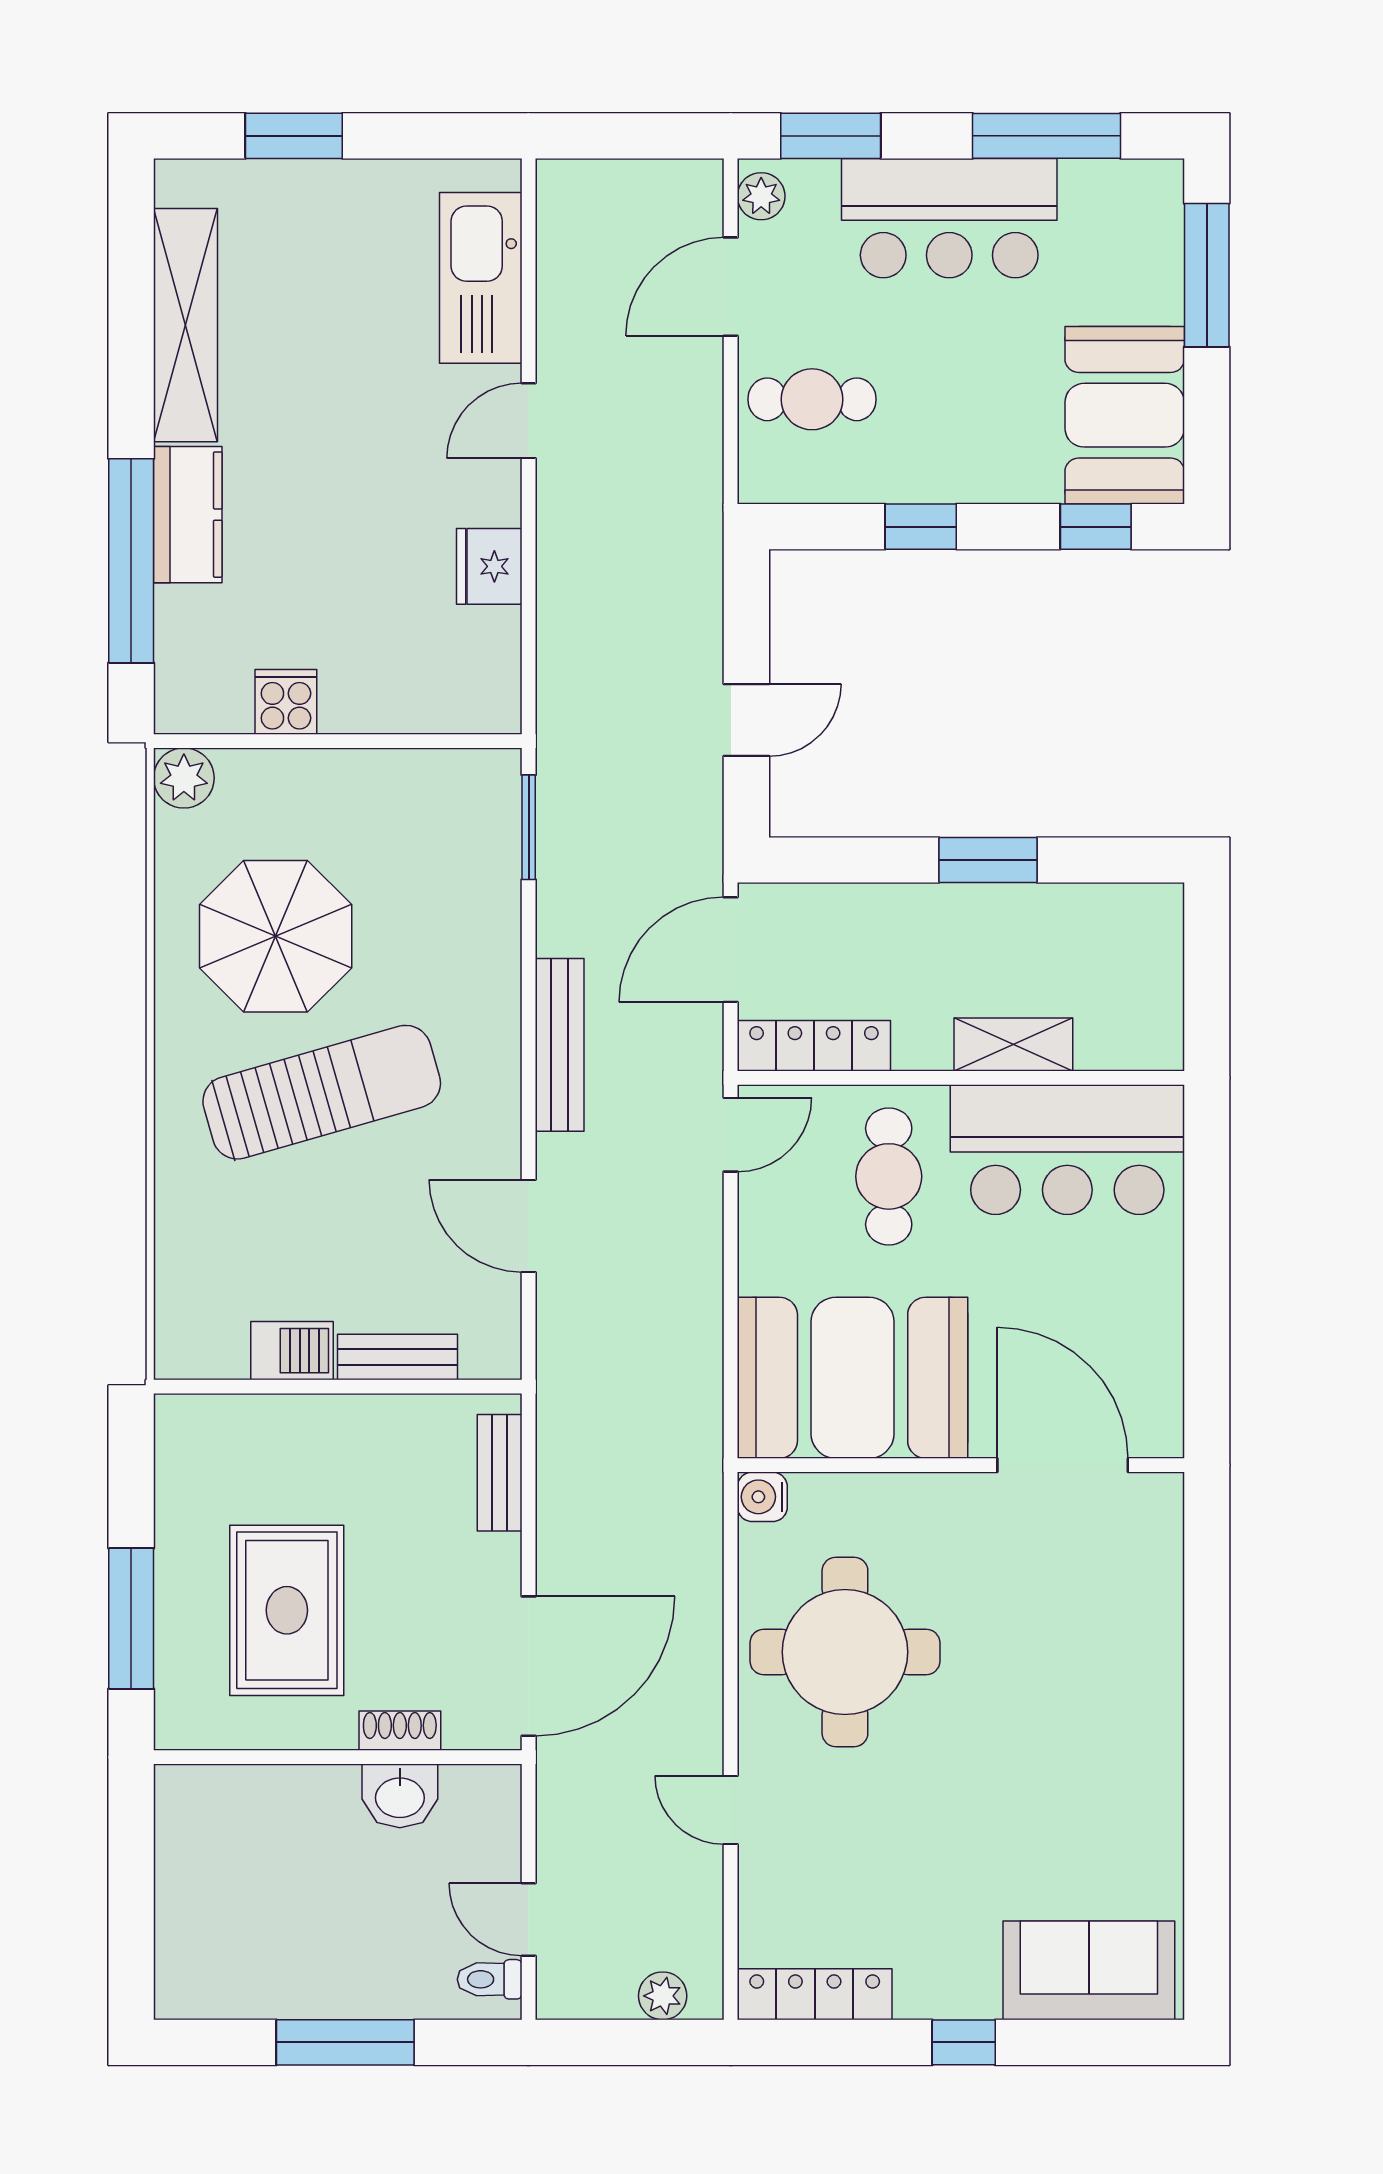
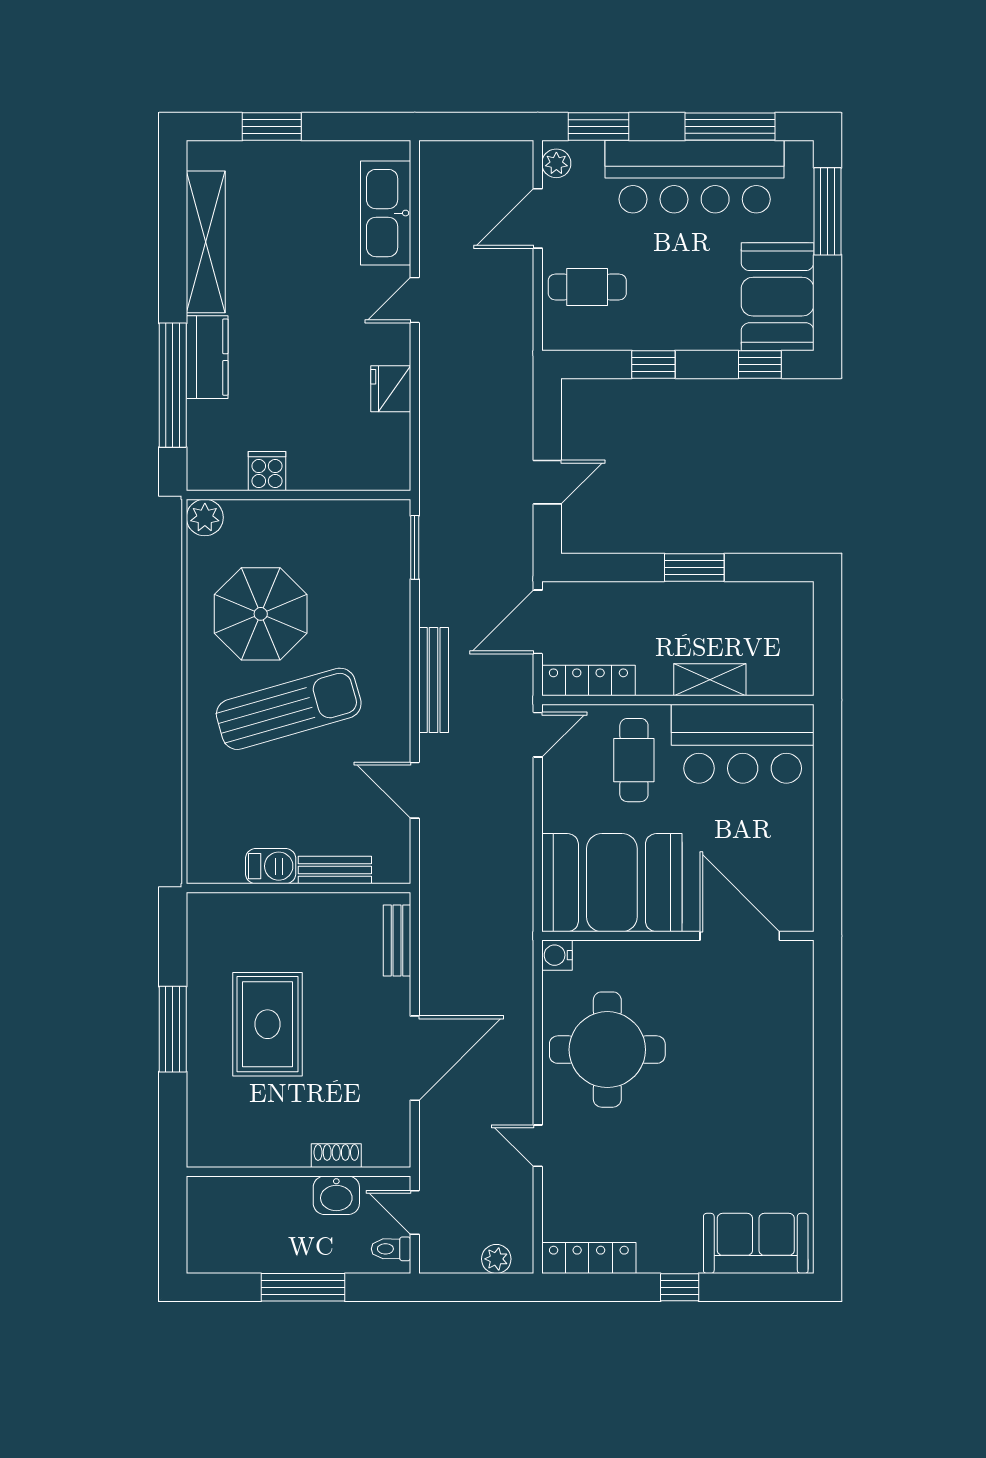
bar counter: (949, 218) -> (695, 177), width x1.36
shoe rack: (400, 1731) -> (336, 1156), moved
wall: (338, 1757) -> (298, 1172), moved
washbasin: (400, 1796) -> (336, 1195), moved

